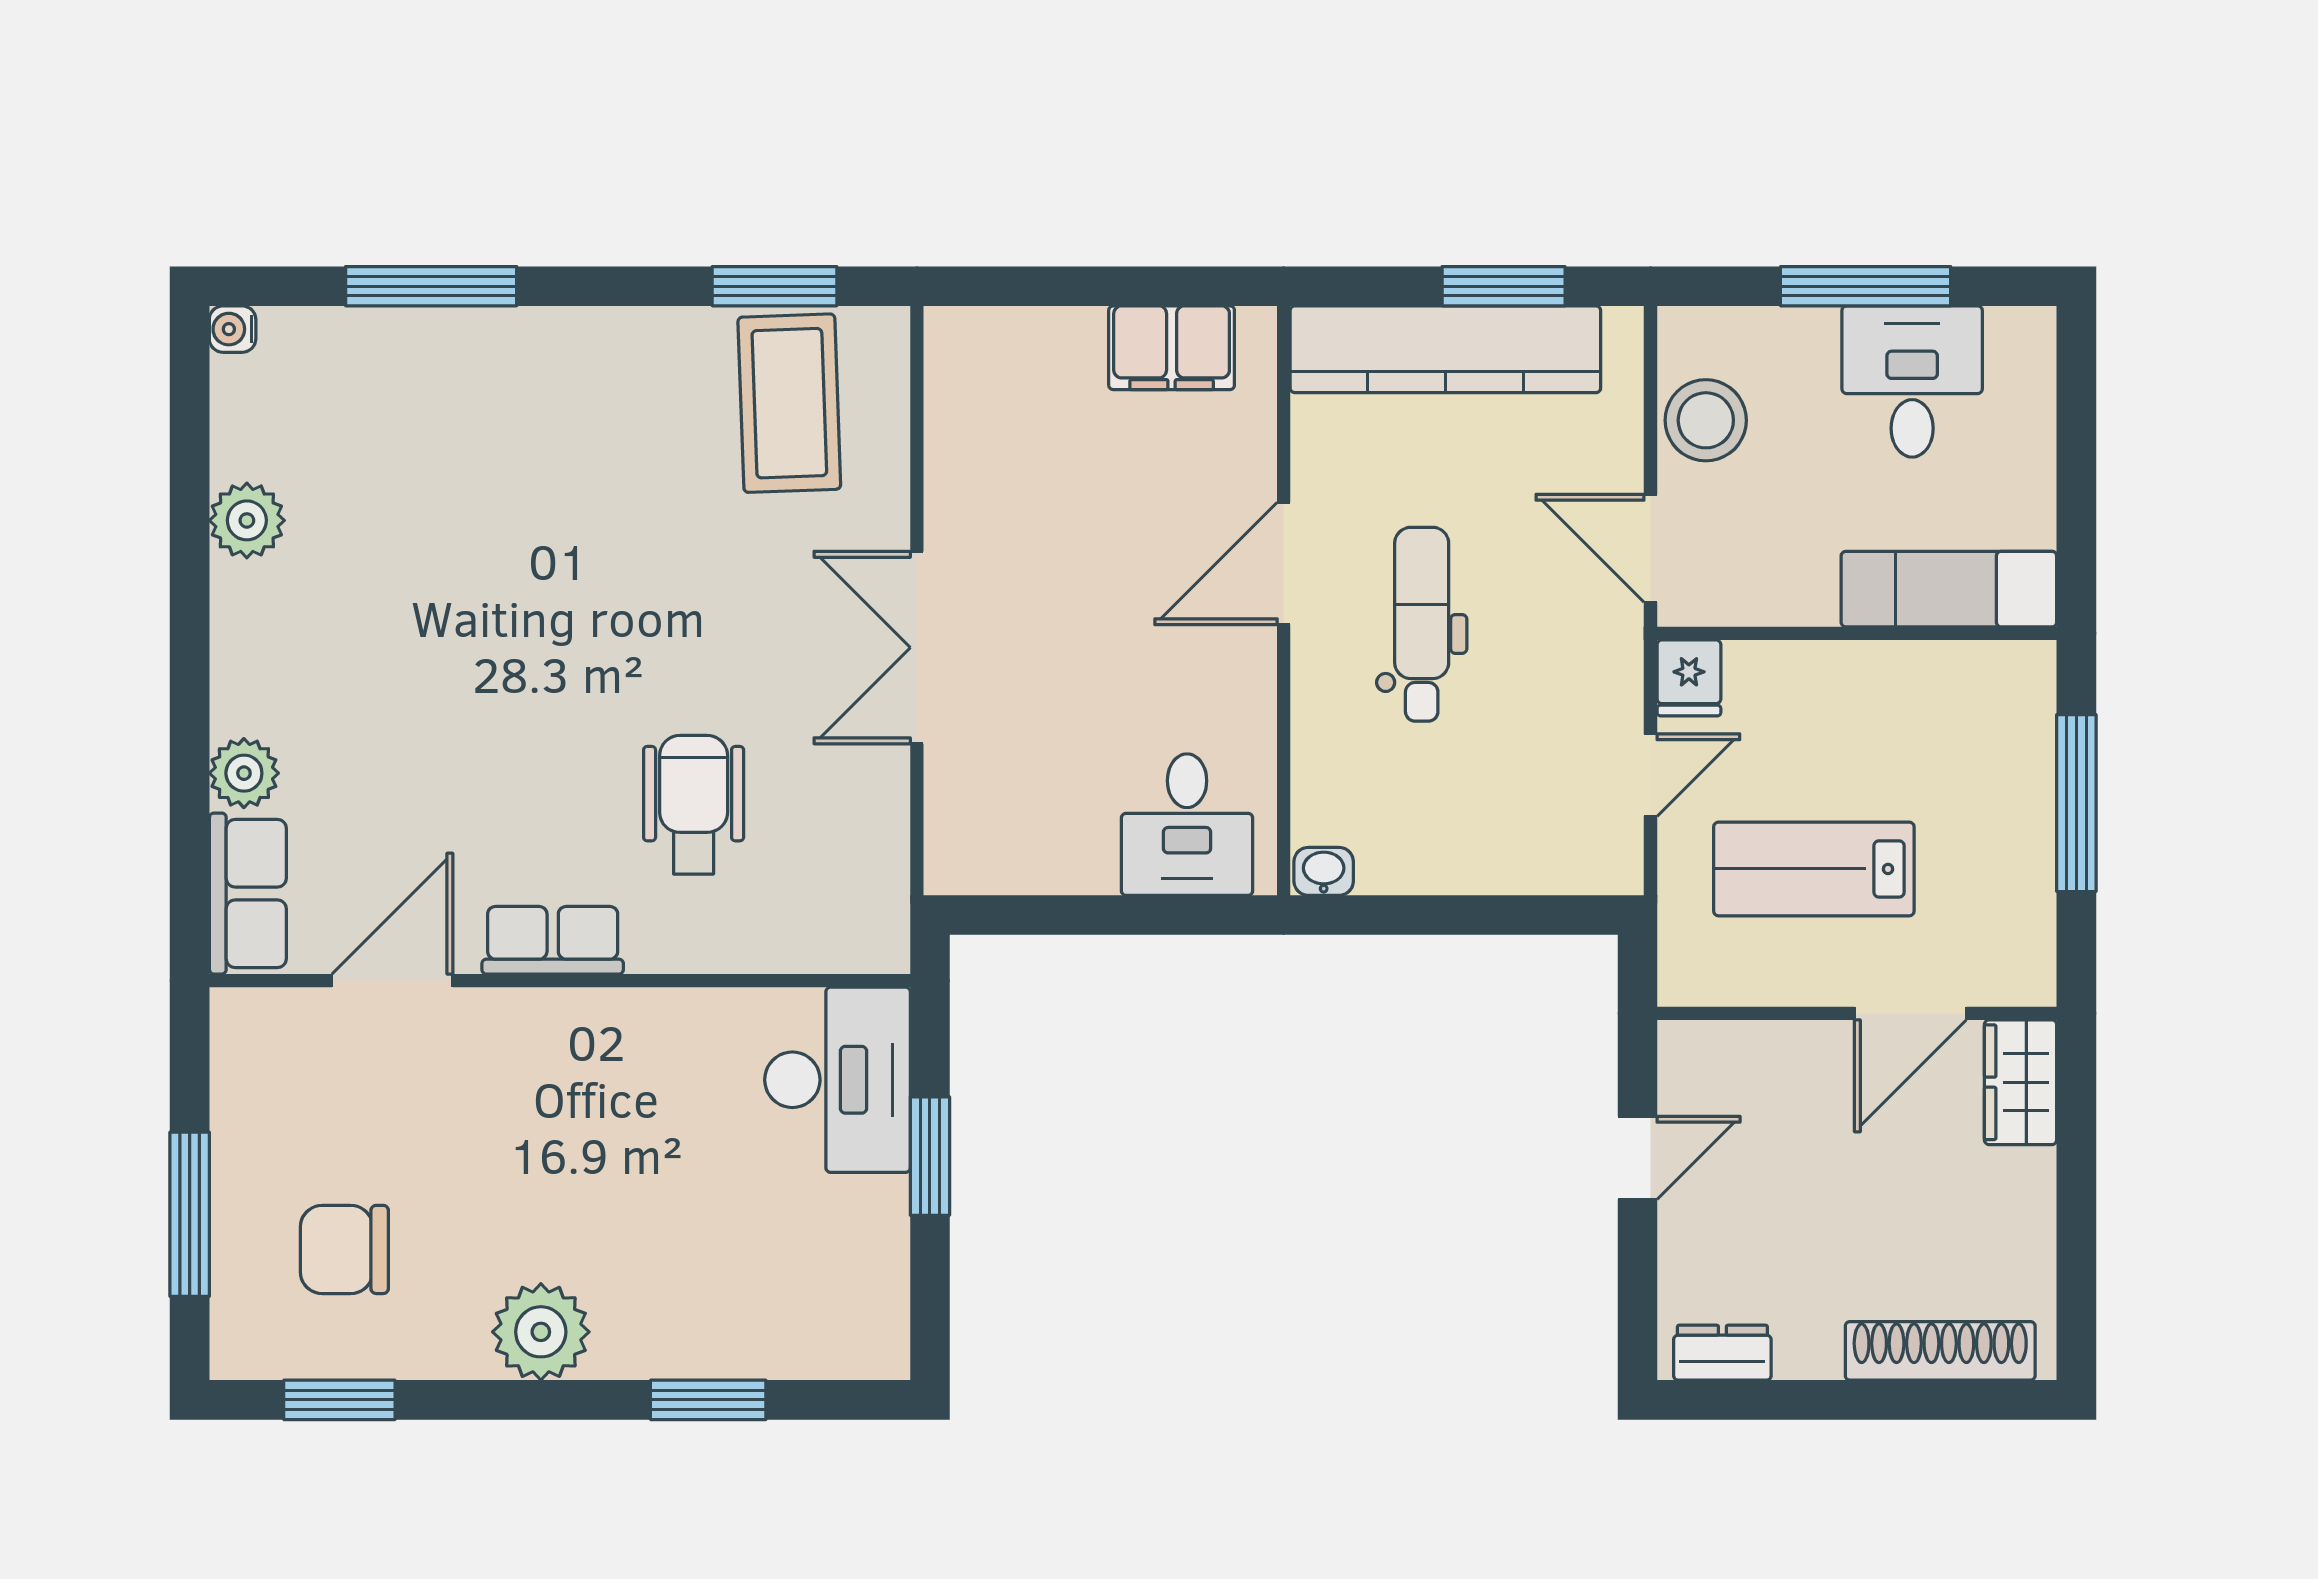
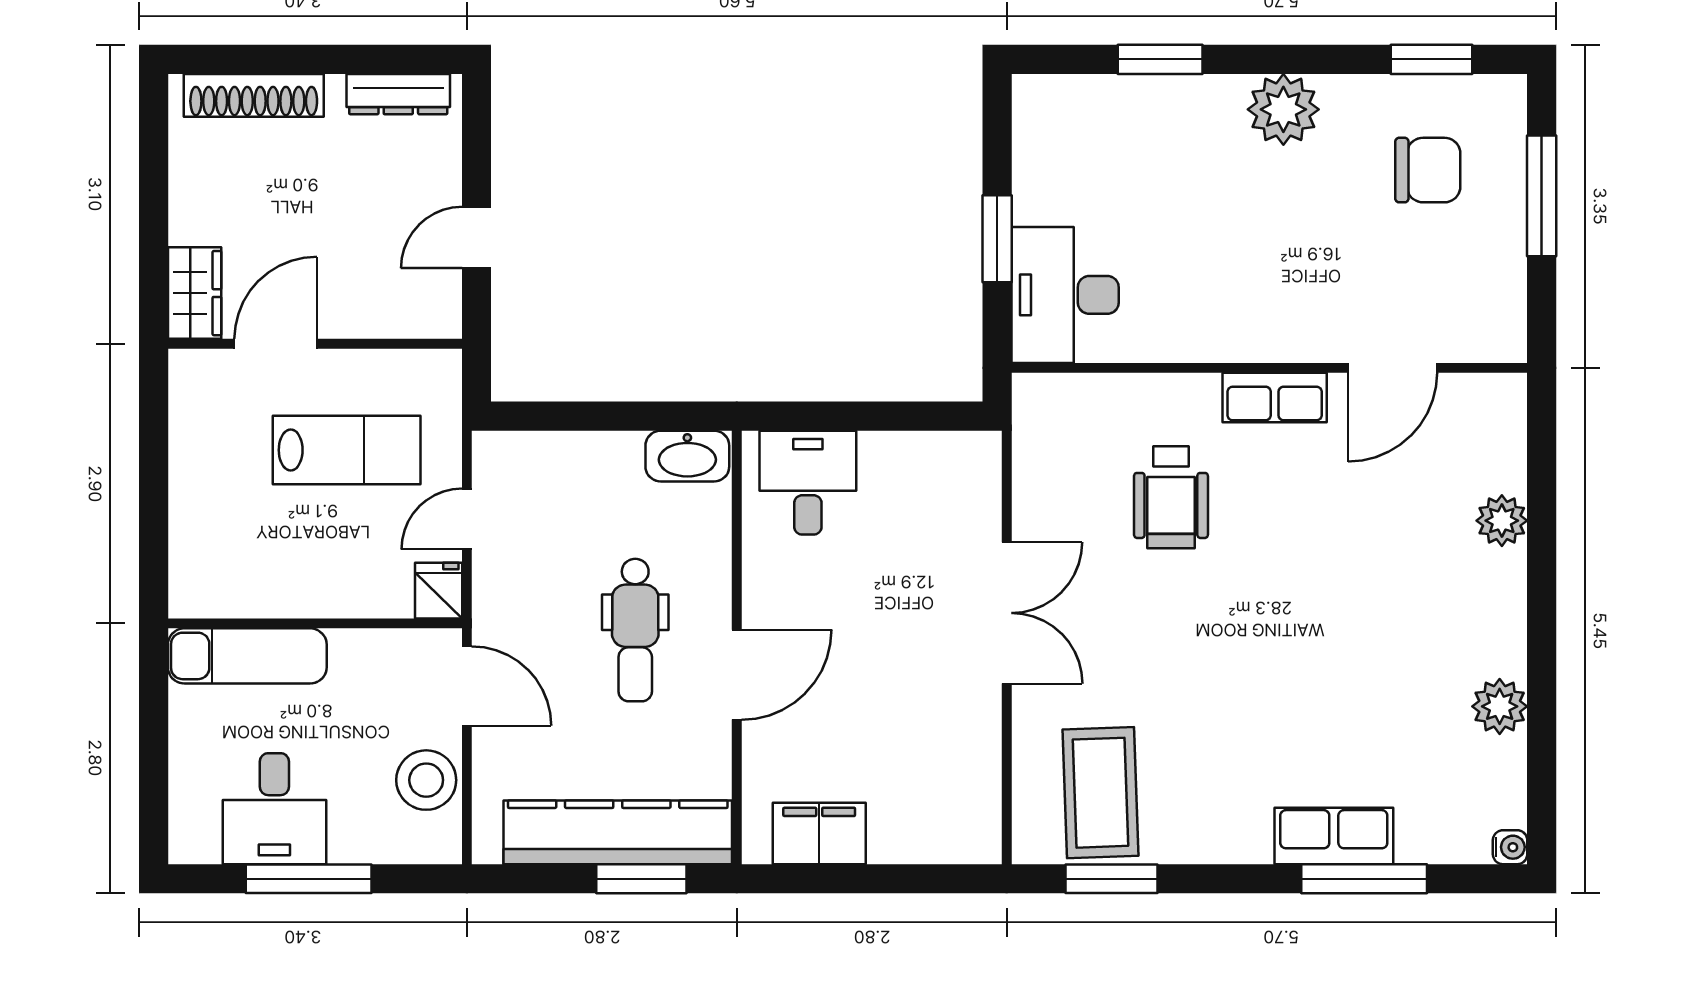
window: (1504, 286) -> (641, 879), moved
window: (2076, 803) -> (154, 498), removed
washbasin: (1324, 871) -> (687, 456), width x1.91, depth x1.45
row of seats: (248, 894) -> (1334, 836), moved, turned 90
dresser: (1722, 1353) -> (398, 94), width x1.44

